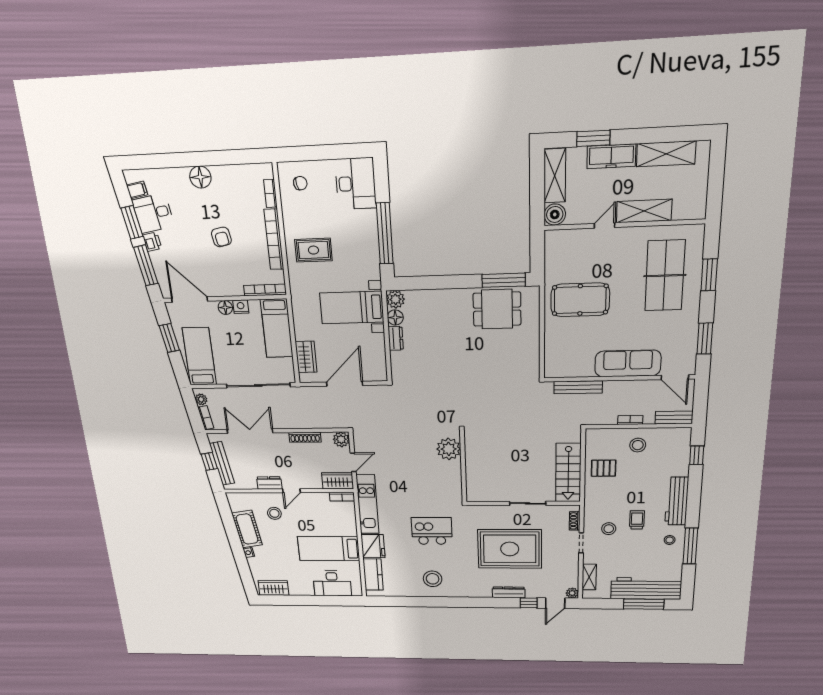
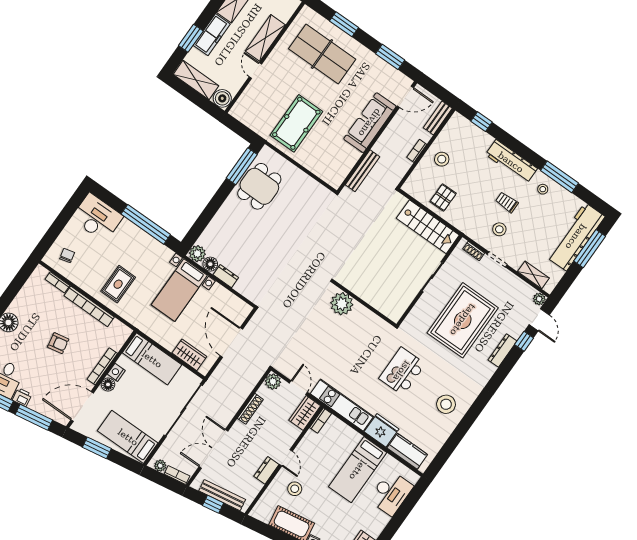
bookcase: (265, 290) -> (102, 366), moved

